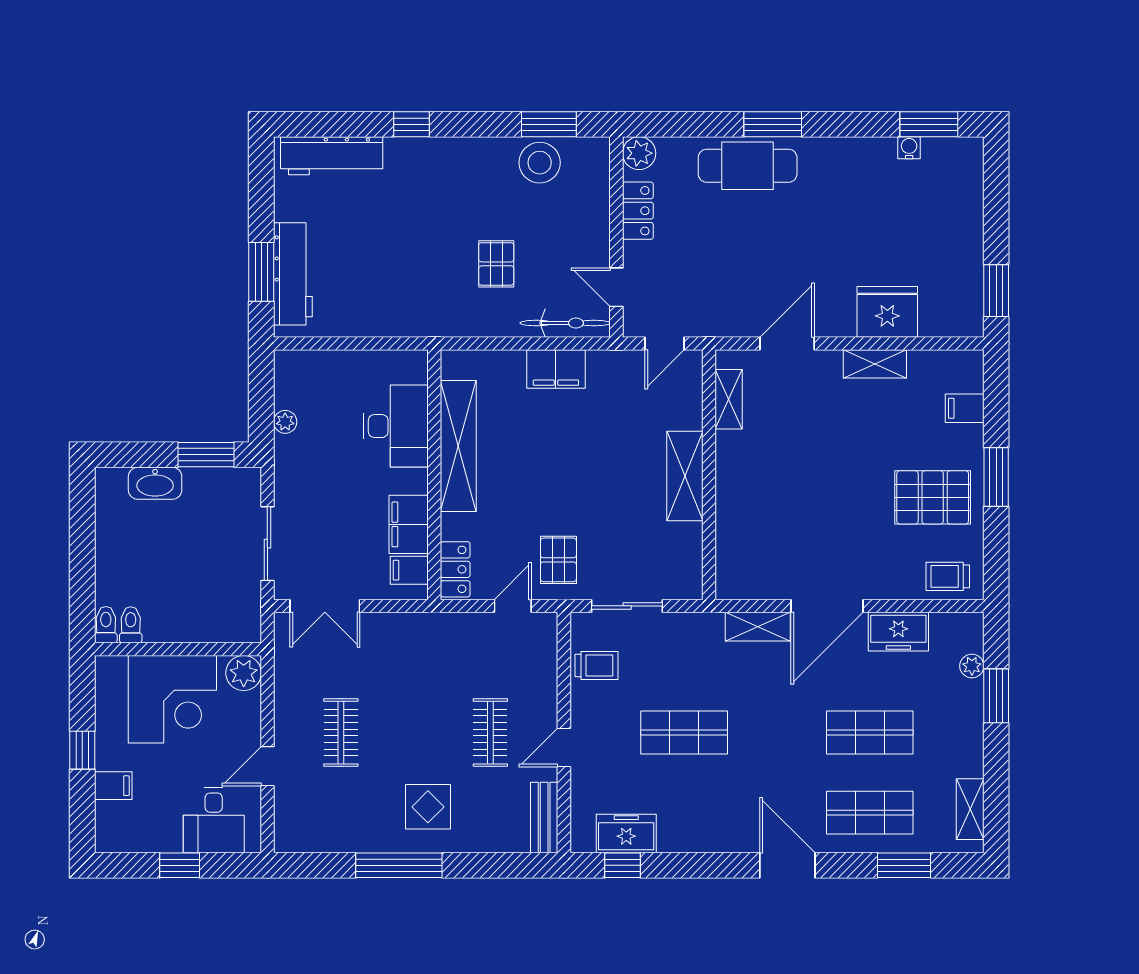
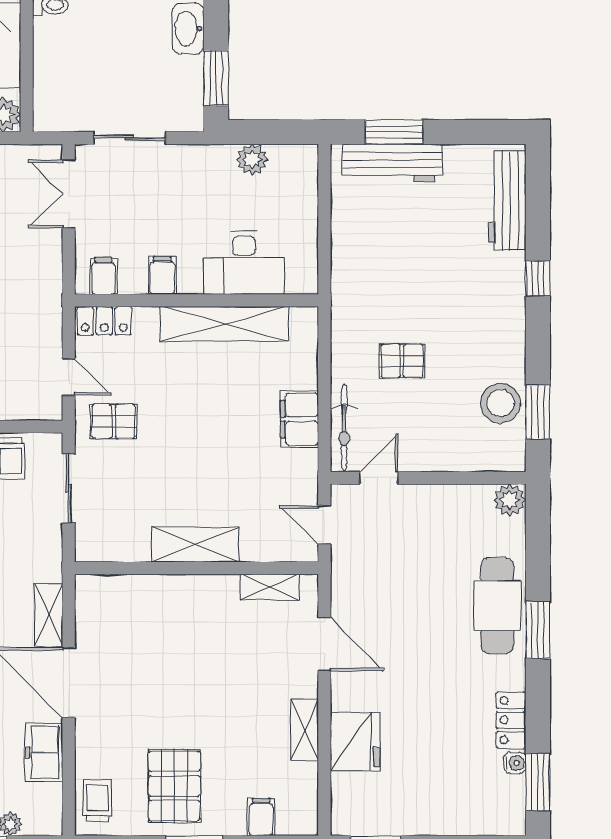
locker: (638, 211) -> (511, 720), moved, turned 90
plant: (285, 422) -> (252, 159), width x1.38, depth x1.38
filing cabinet: (409, 524) -> (162, 275), width x0.50

